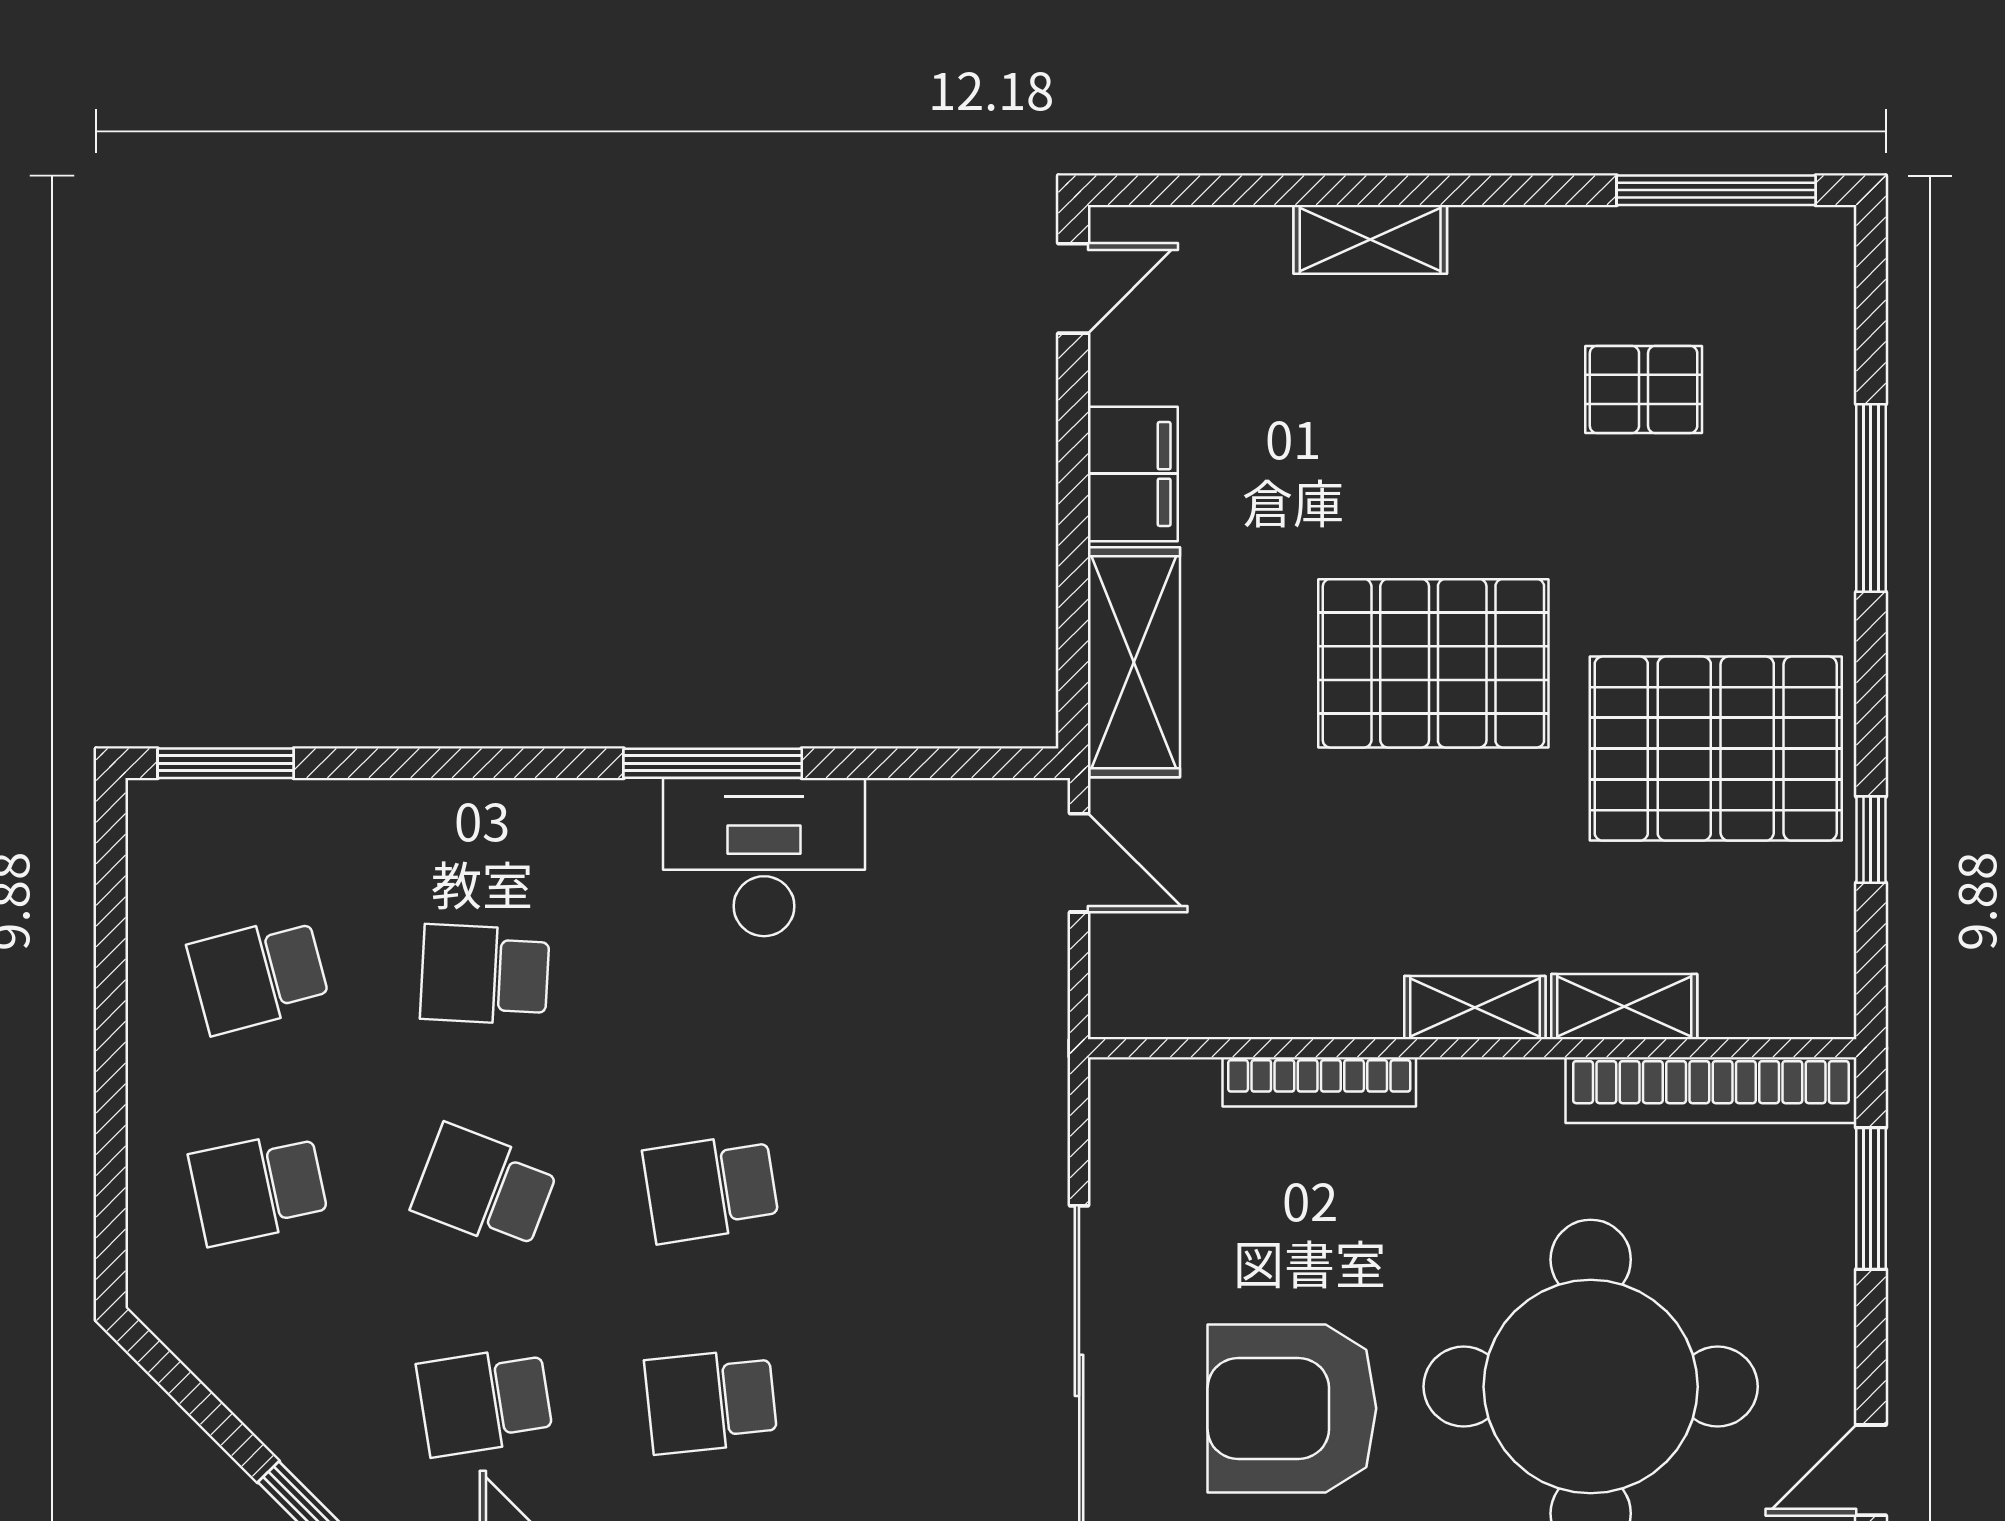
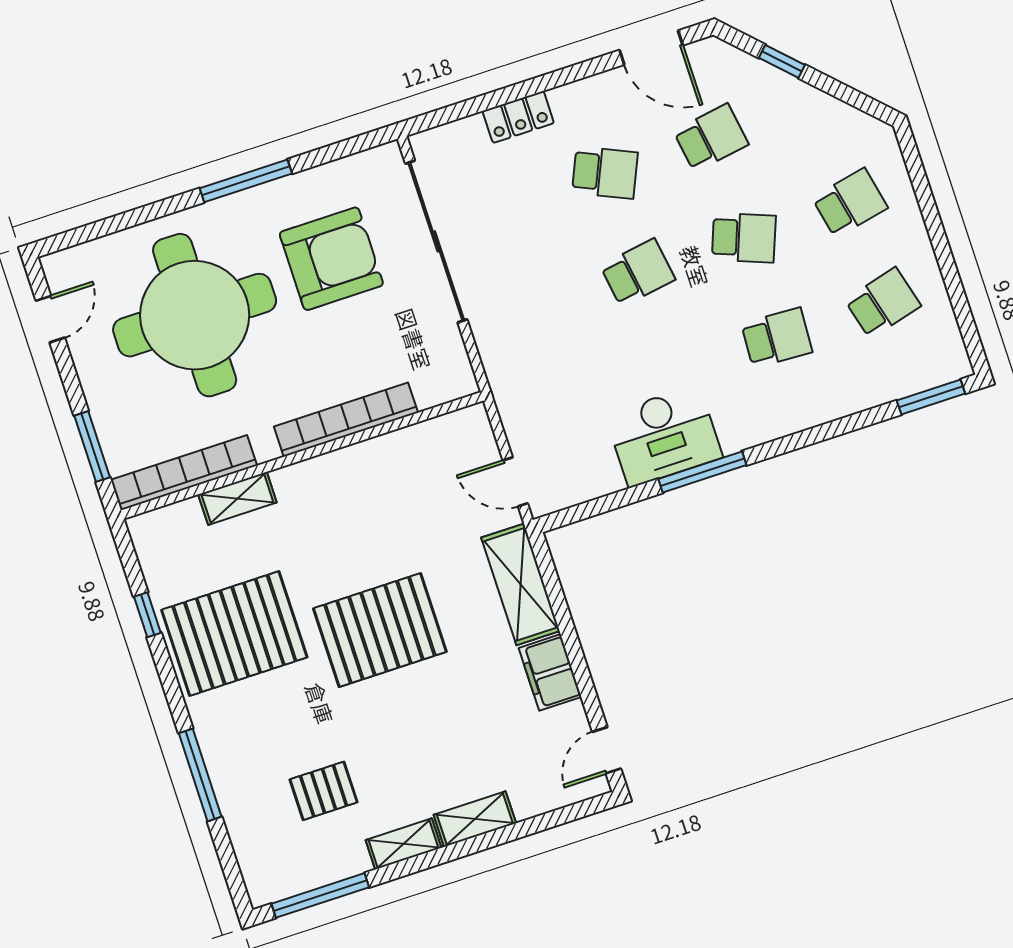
shelving: (1475, 1008) -> (404, 844), moved
bookcase: (1319, 1082) -> (346, 420), width x1.48, depth x1.31
school desk: (711, 1401) -> (605, 173), turned 30

